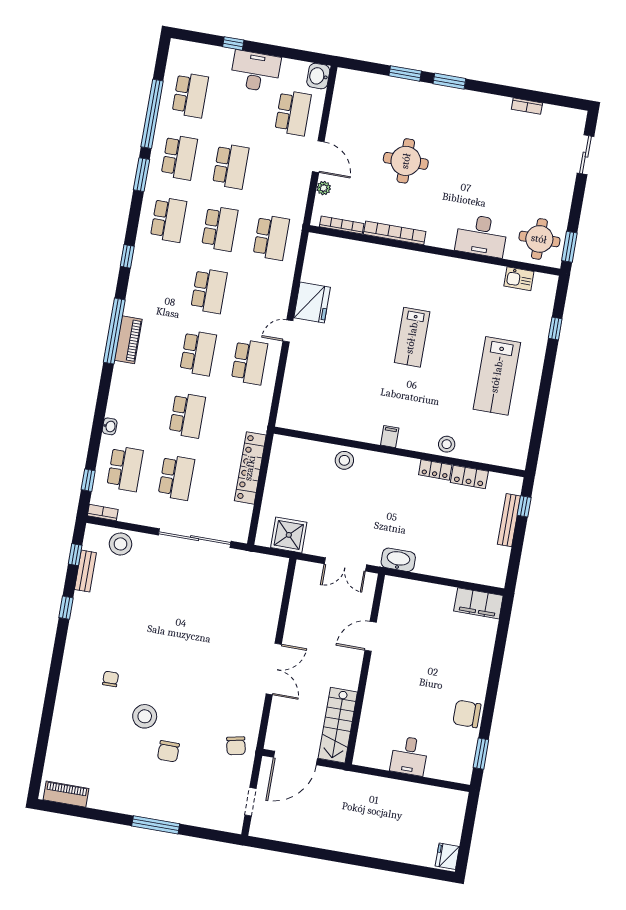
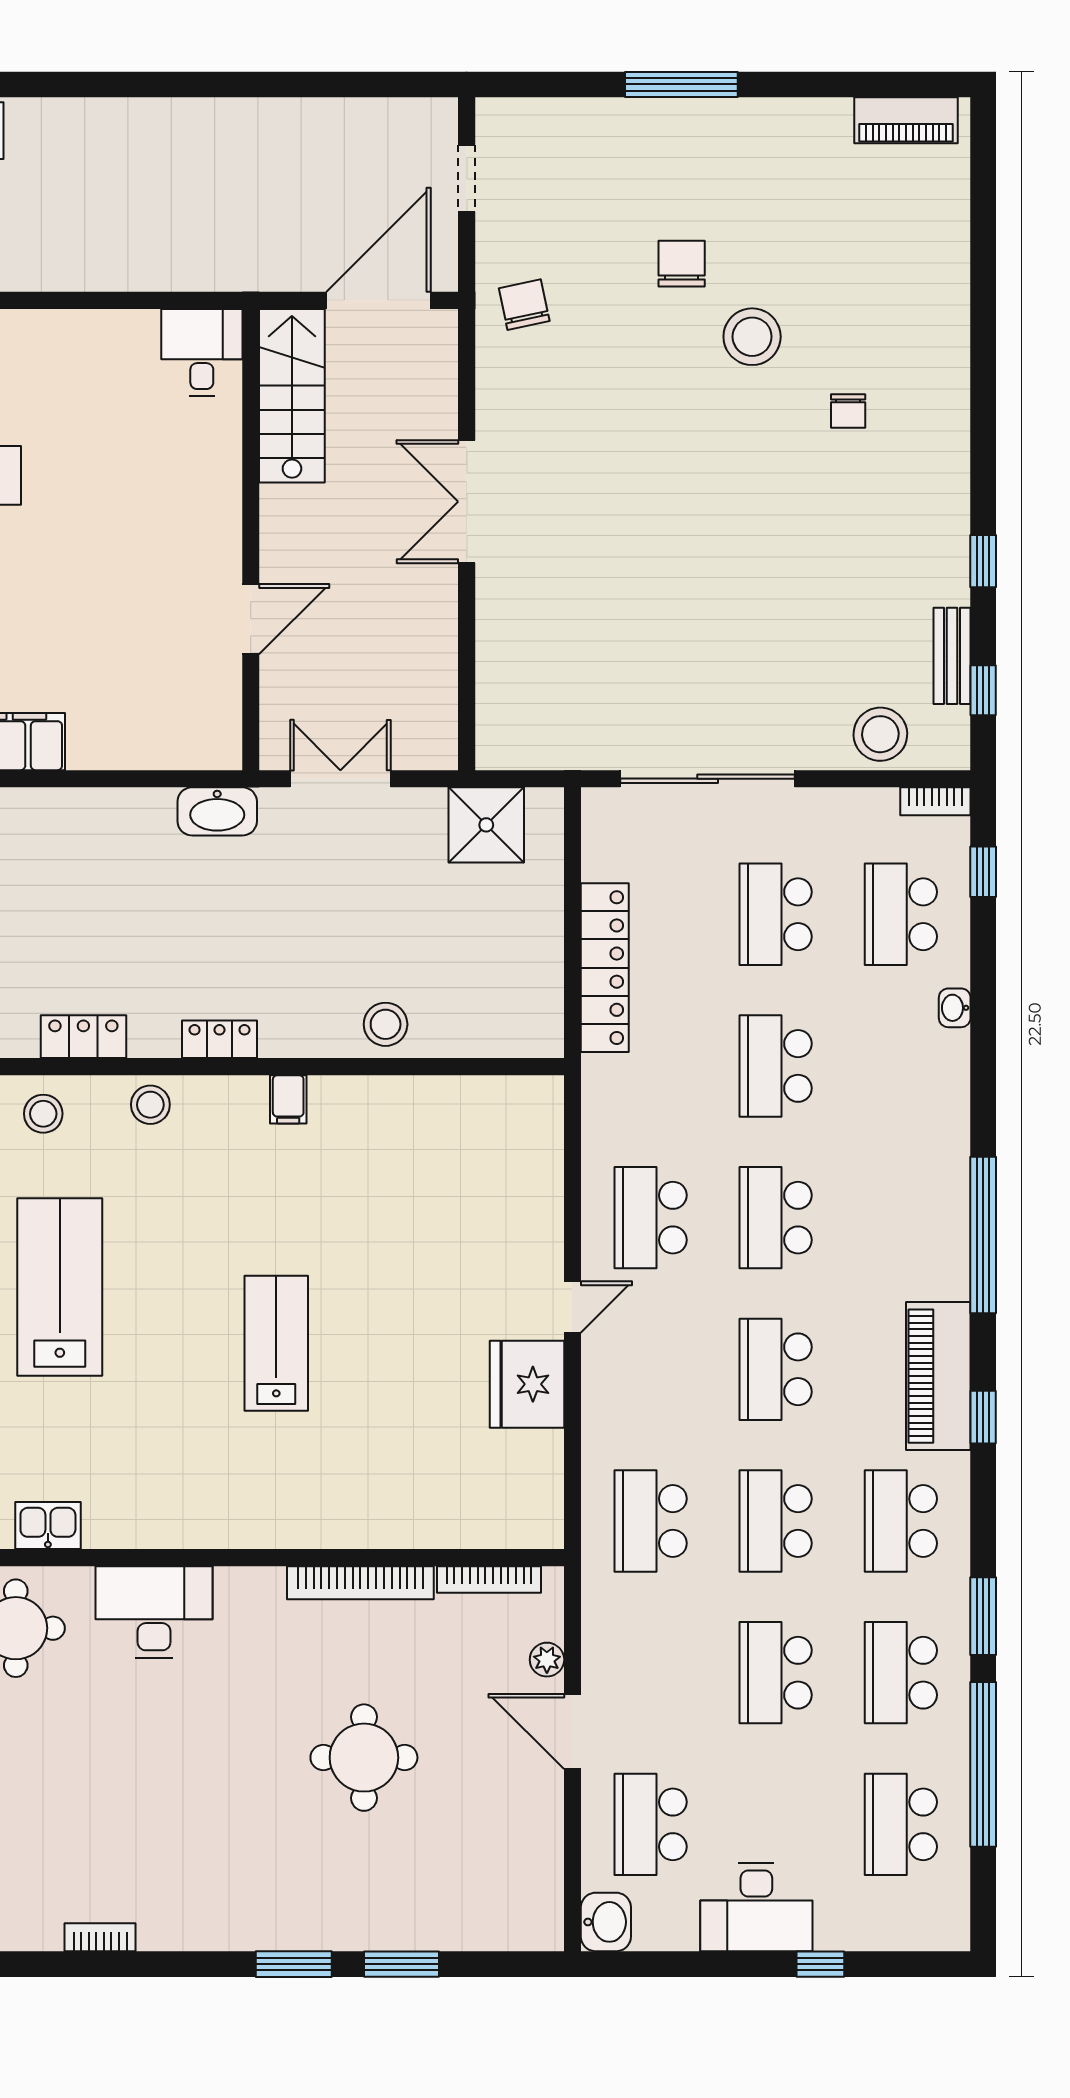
piano: (128, 340) -> (938, 1376), moved, width x1.37, depth x1.33
stool: (491, 448) -> (43, 1114), added
locker: (435, 470) -> (219, 1039), moved
desk: (409, 756) -> (202, 352), moved

